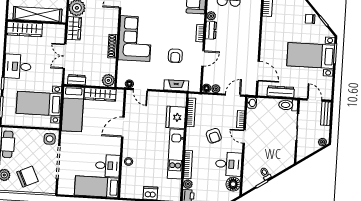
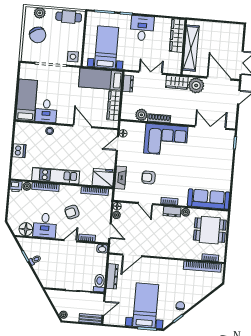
plant: (108, 80) -> (141, 115), moved
fridge: (176, 117) -> (103, 178), moved

